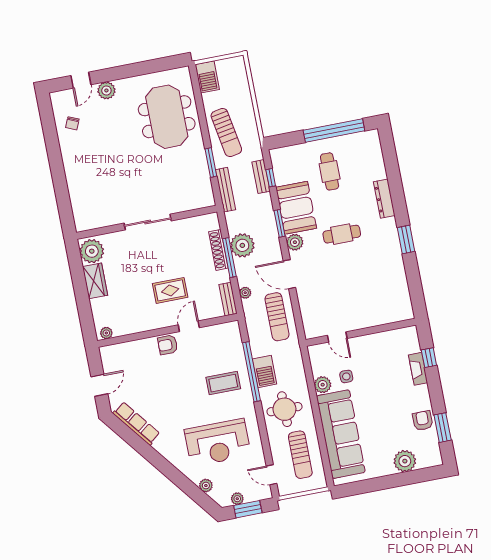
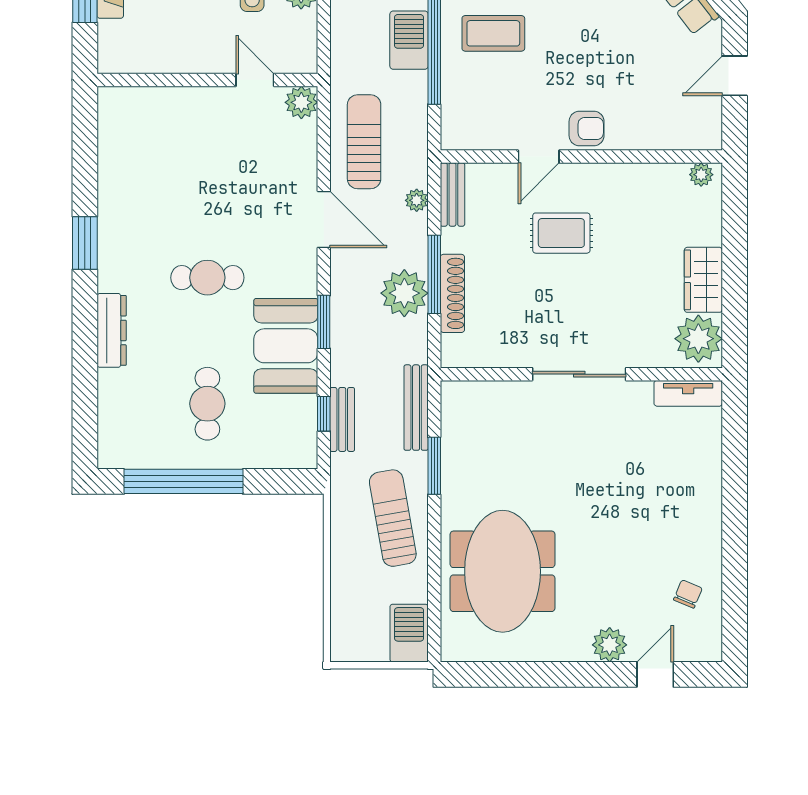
tv unit: (92, 223) -> (688, 393), added
plant: (295, 242) -> (301, 102), moved

